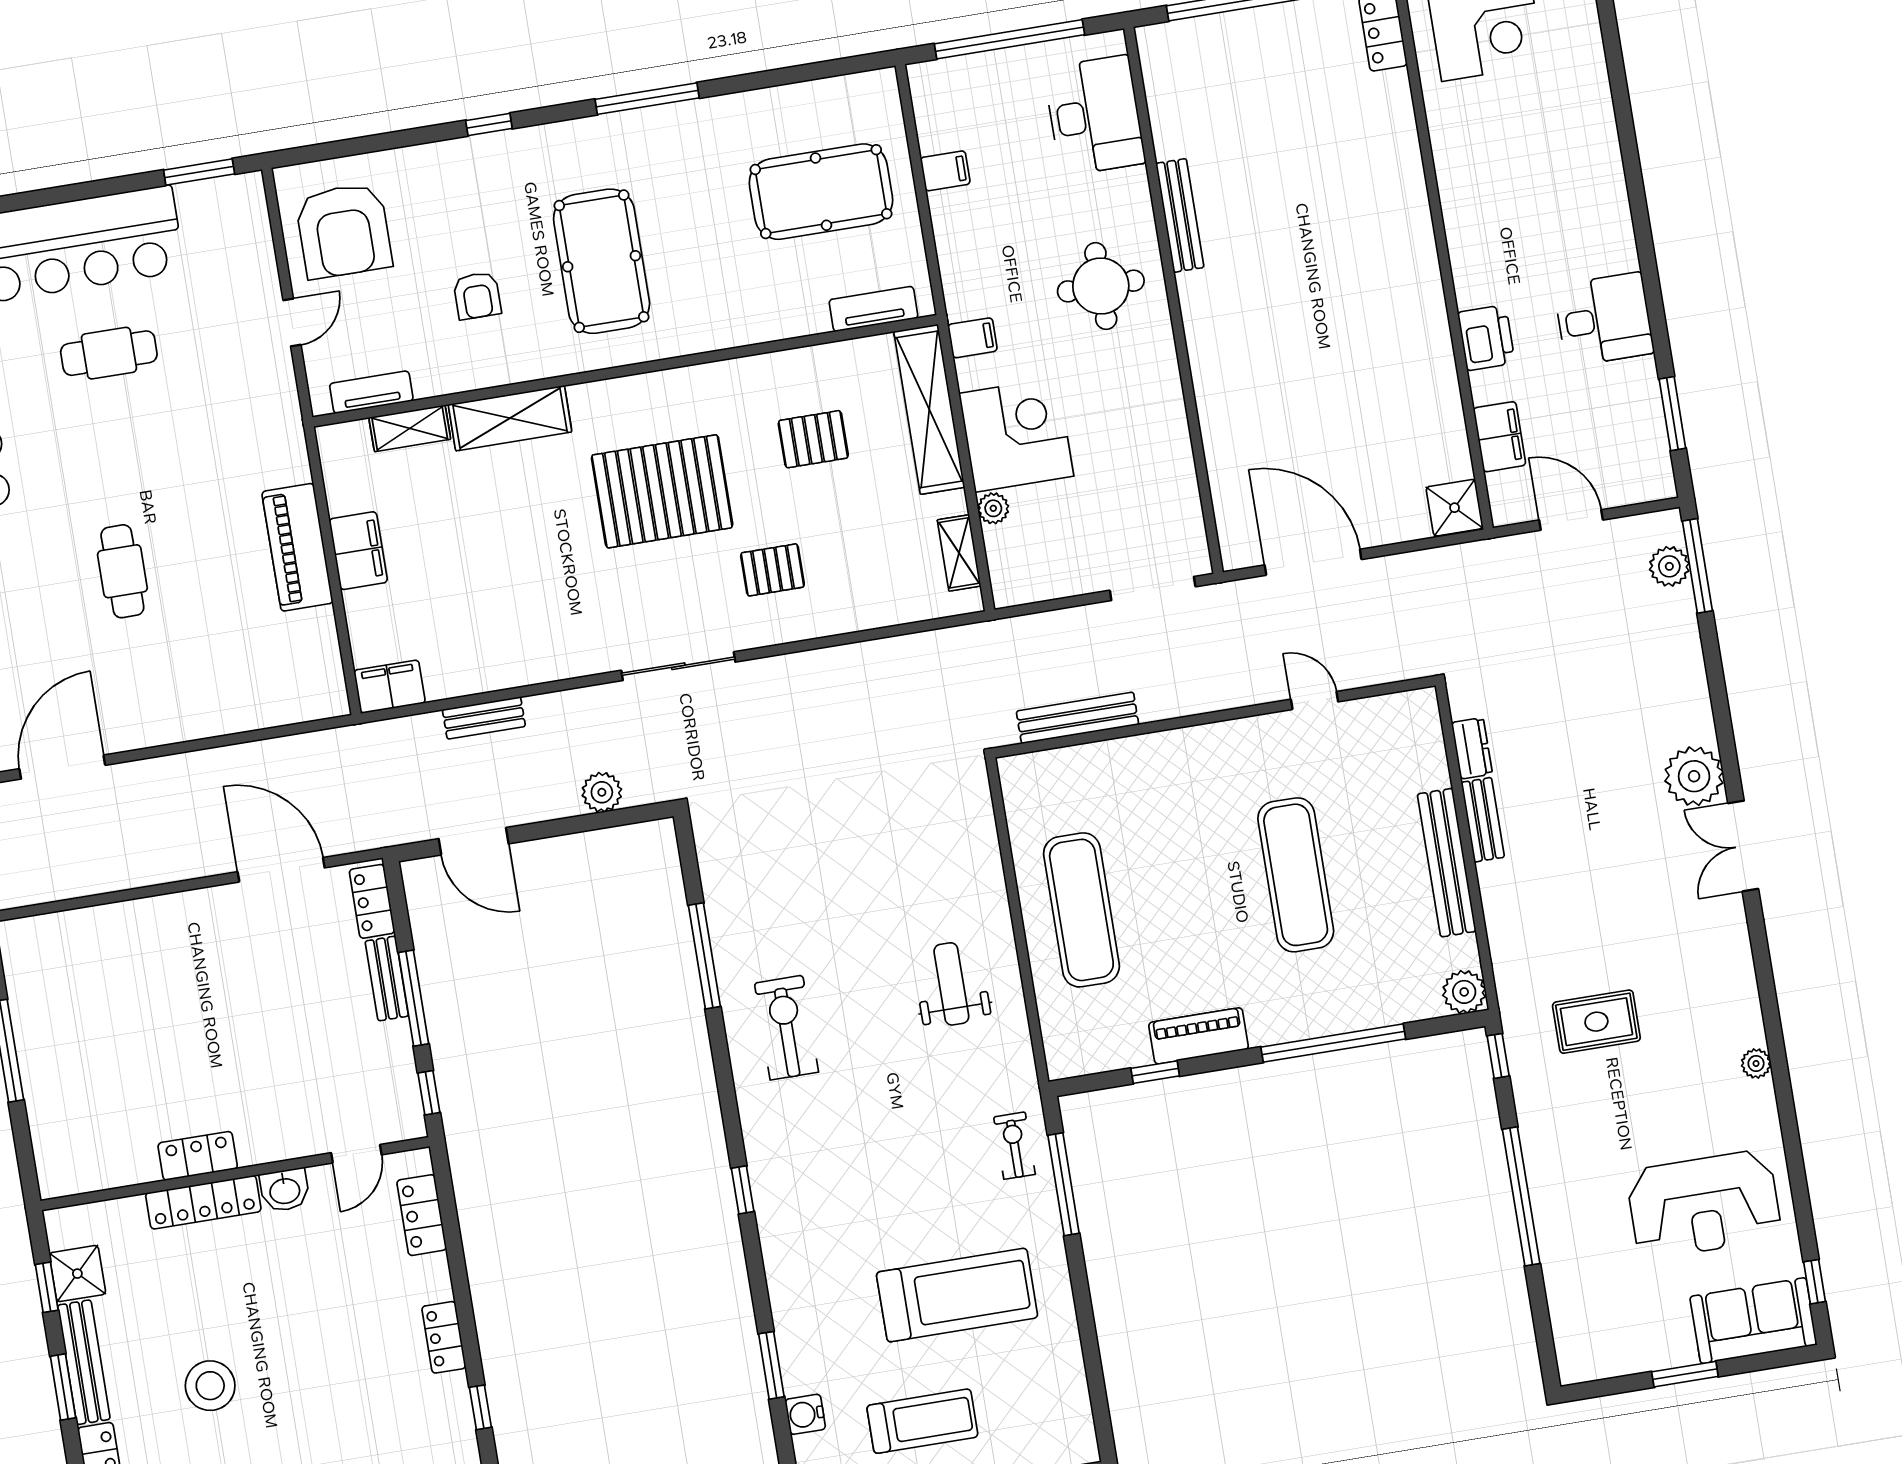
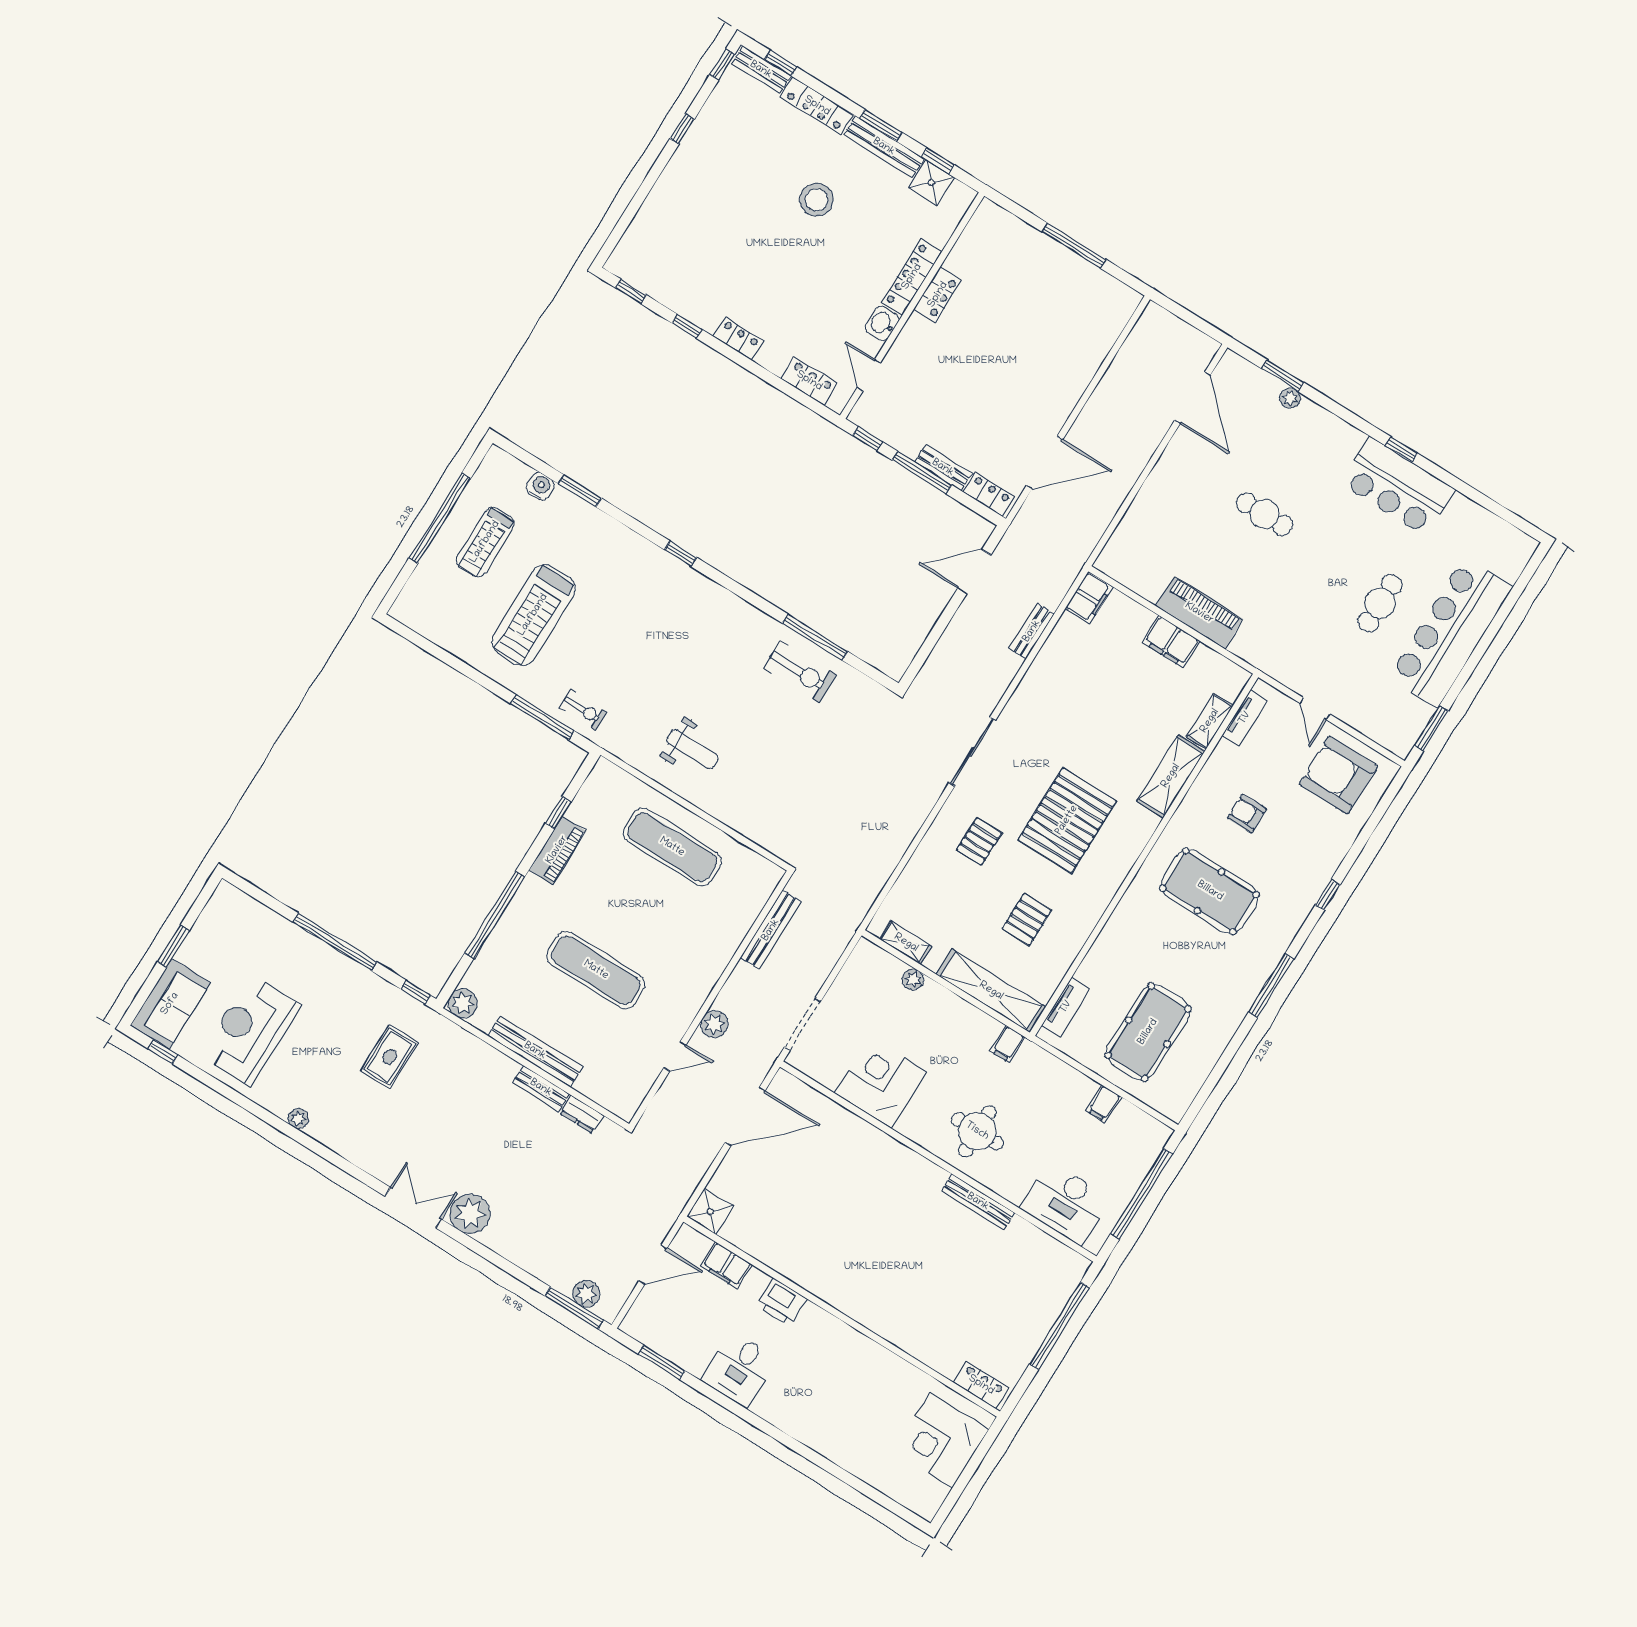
corner desk: (1016, 435) -> (881, 1083), moved, turned 180
plant: (602, 792) -> (714, 1024), moved
exercise bike: (786, 1028) -> (800, 672), moved

